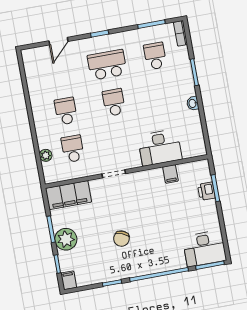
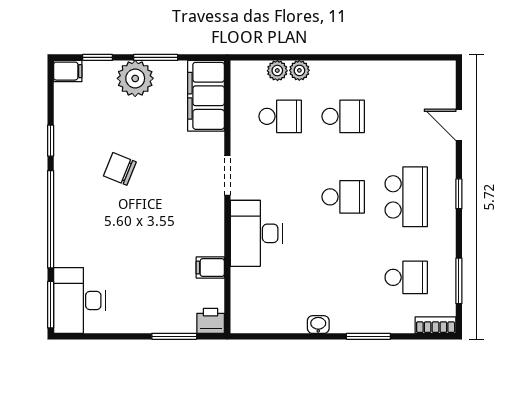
plant: (43, 142) -> (299, 70), added
desk: (160, 148) -> (256, 233), moved
printer: (206, 191) -> (211, 321), moved

